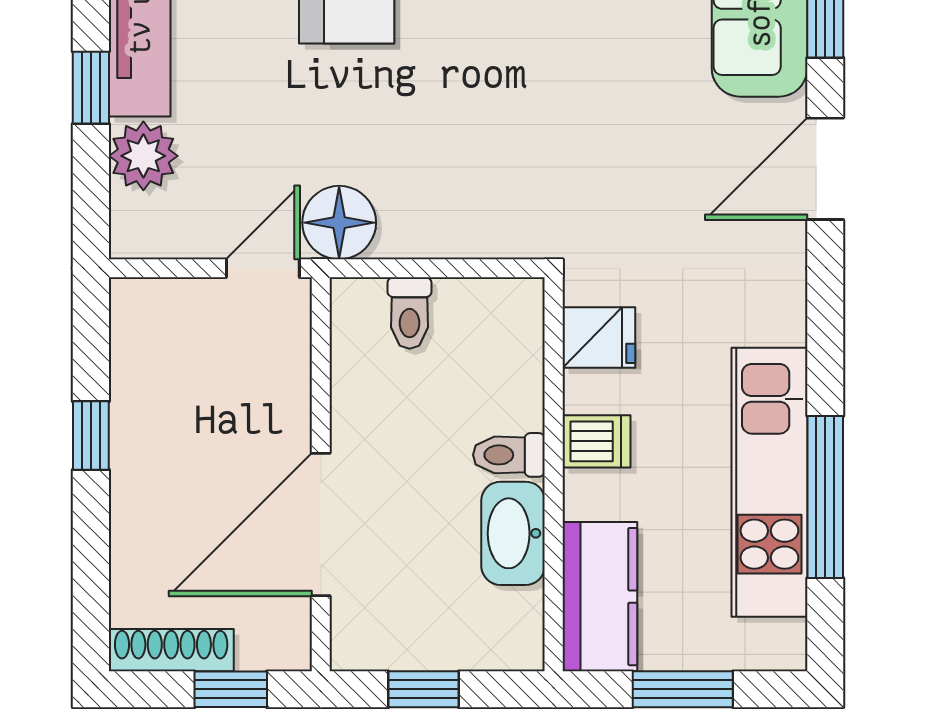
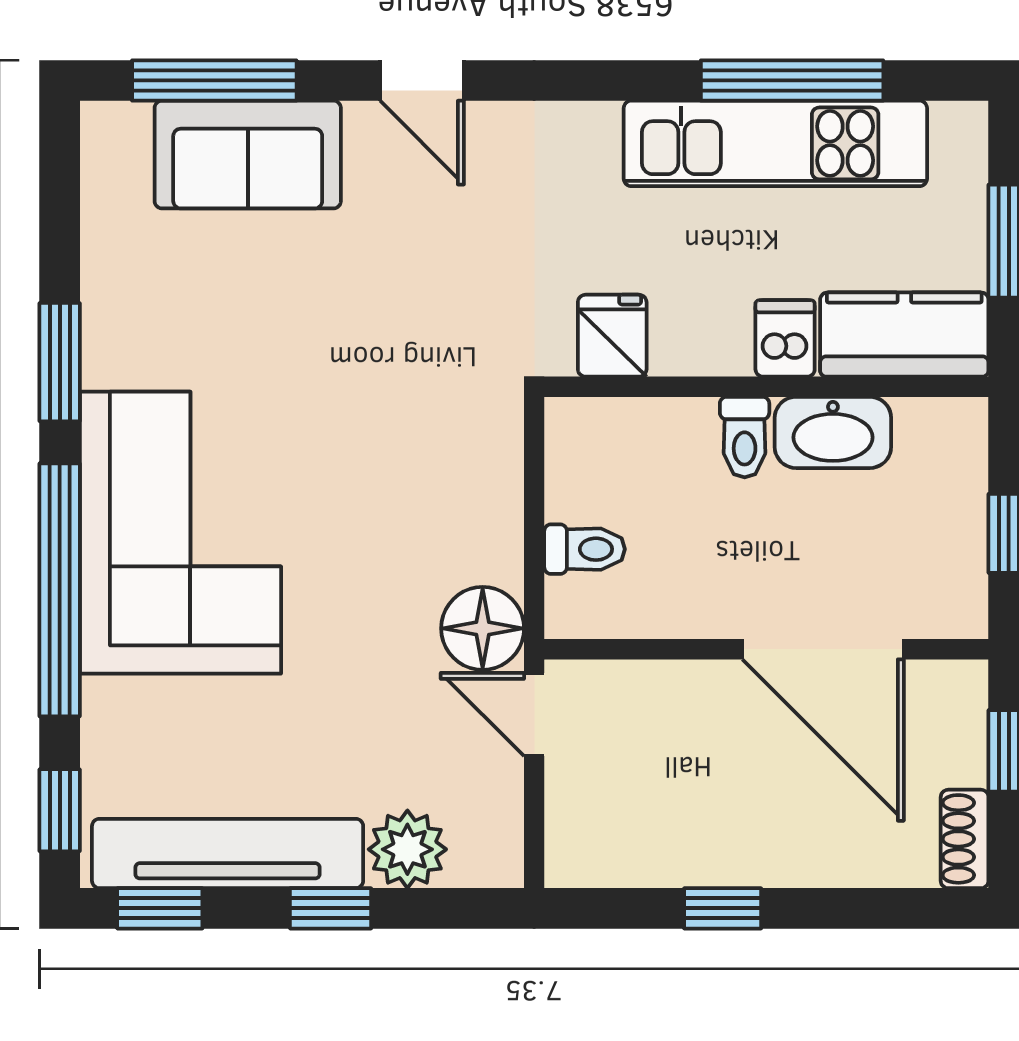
door: (825, 169) -> (422, 80), width x0.73
dishwasher: (596, 441) -> (785, 338), moved
shoe rack: (171, 650) -> (965, 839), width x0.70

